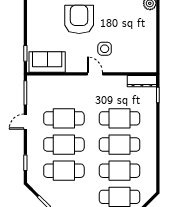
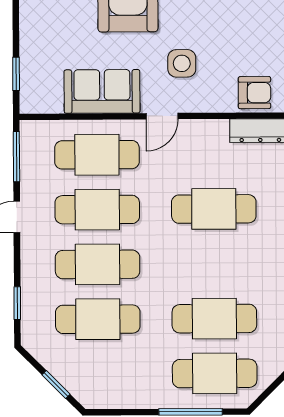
sofa: (47, 62) -> (102, 91), moved
armchair: (139, 63) -> (254, 93), added
door: (95, 74) -> (162, 116), swing flipped
cafe table: (120, 145) -> (97, 155), moved

